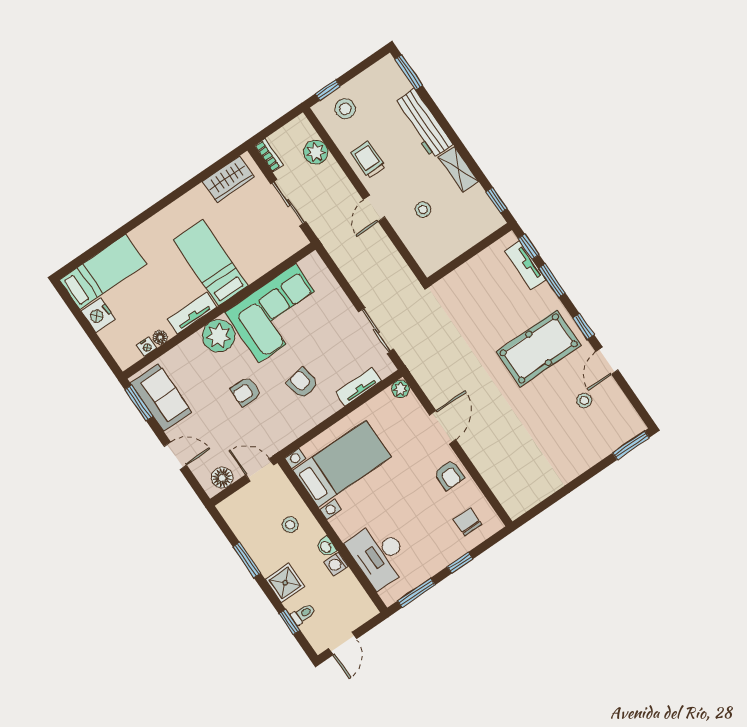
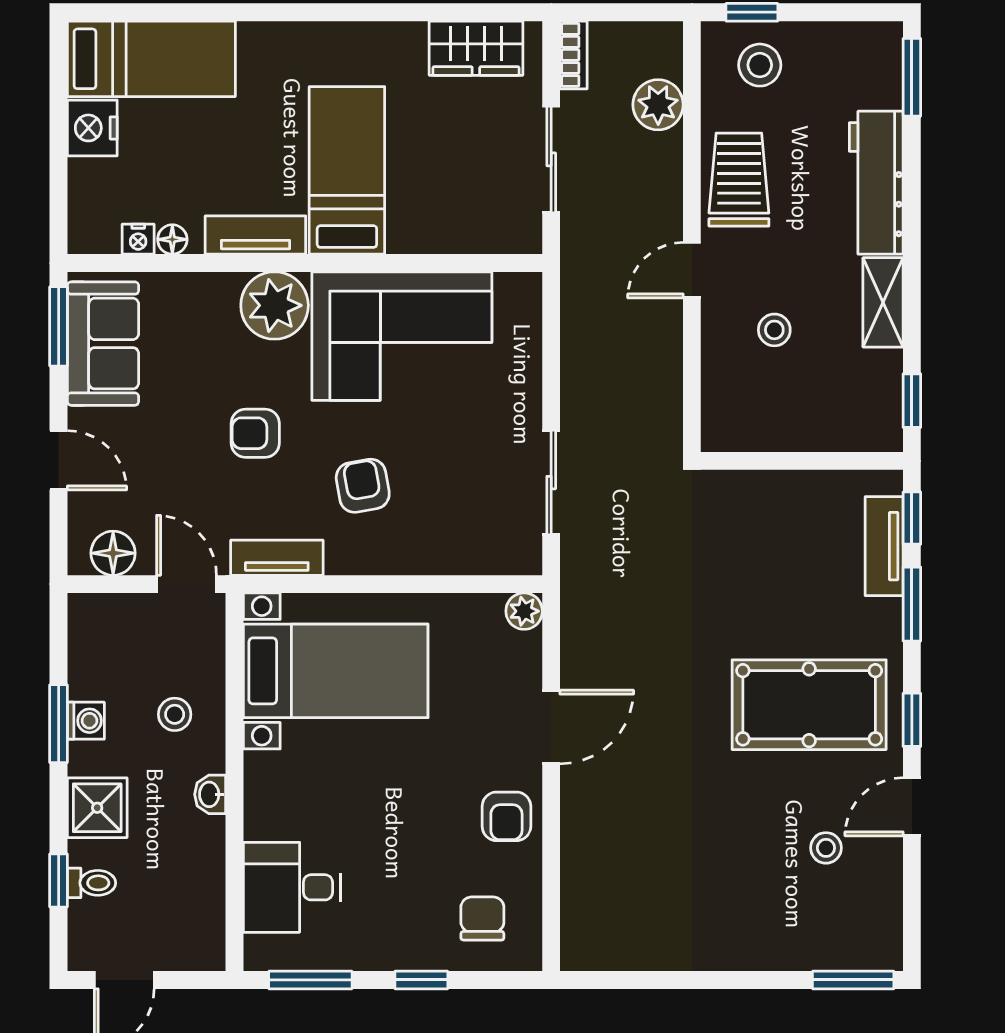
trolley: (368, 160) -> (739, 180), width x1.36, depth x1.39
tv unit: (359, 386) -> (277, 558), moved
desk: (379, 555) -> (292, 887), width x0.73
washing machine: (336, 564) -> (86, 721), moved, turned 180

